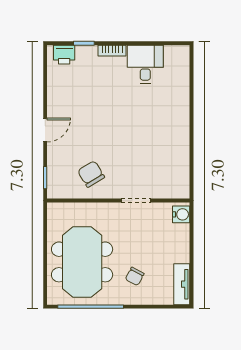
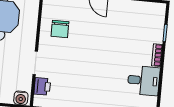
printer: (64, 55) -> (42, 86), moved, turned 180
chair: (91, 174) -> (60, 29), turned 121

